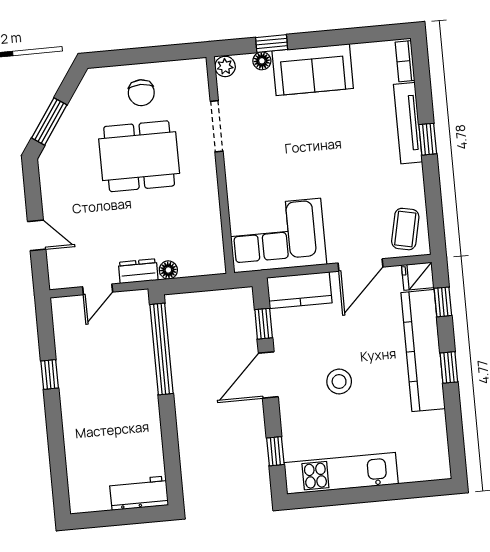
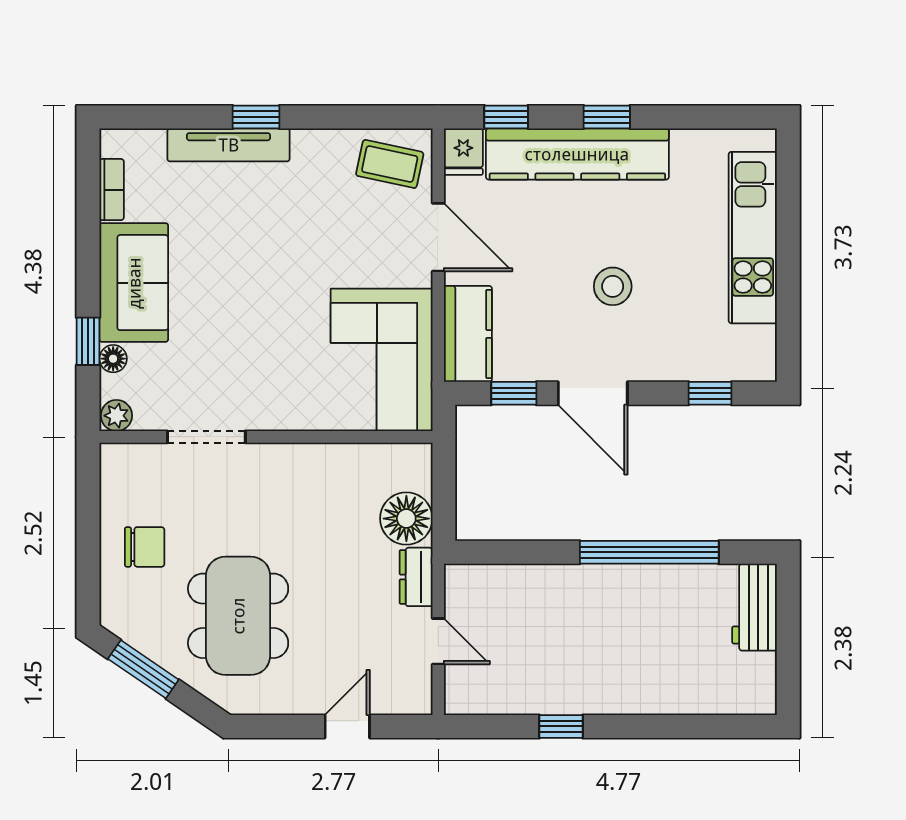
bookcase: (405, 61) -> (112, 190), moved, turned -90
window: (49, 121) -> (143, 669), moved
dining table: (139, 156) -> (238, 616), moved
floor lamp: (168, 270) -> (406, 519), width x1.89, depth x1.89
window: (162, 349) -> (649, 552), moved
kitchen unit: (341, 473) -> (753, 238), moved

